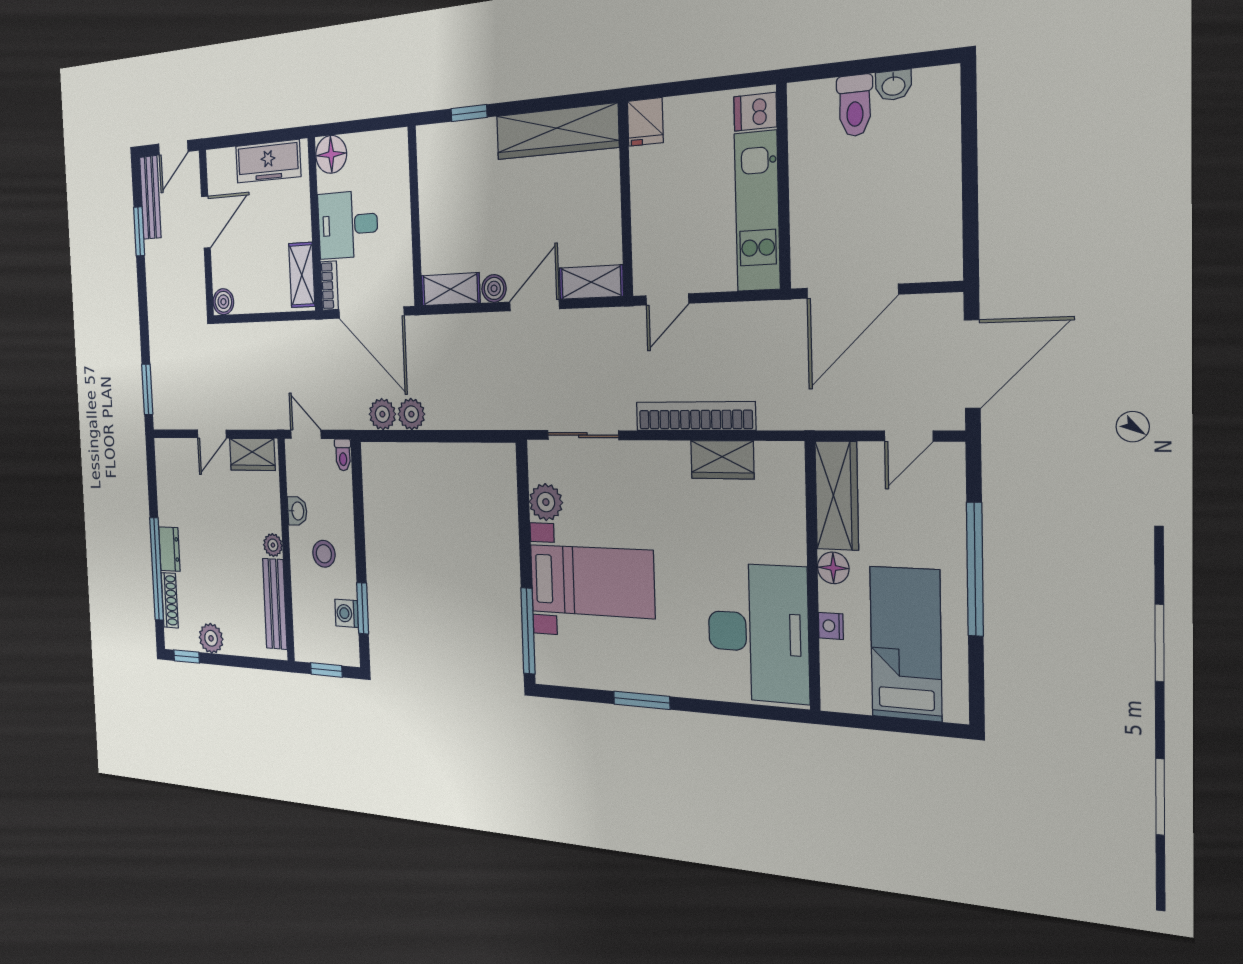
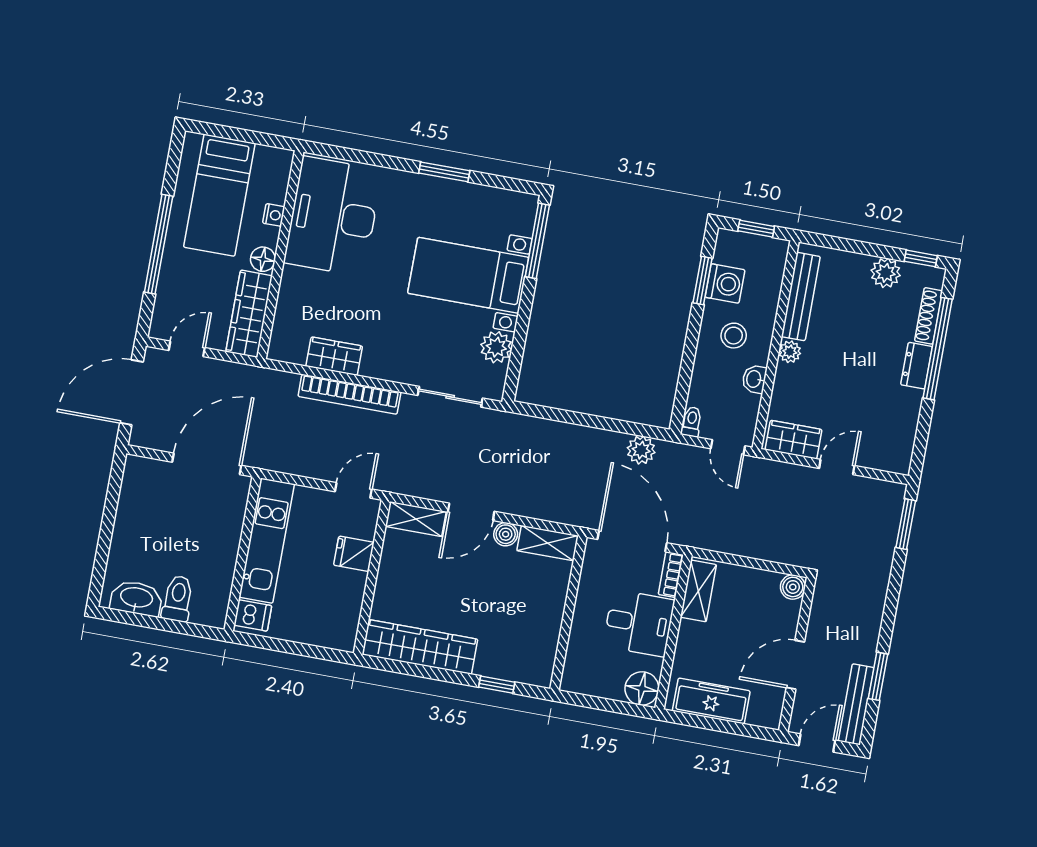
washbasin: (893, 85) -> (136, 598), width x1.91, depth x1.45
fridge: (645, 122) -> (354, 554), moved, turned -90
plant: (411, 414) -> (611, 445), removed
washing machine: (347, 613) -> (725, 284), width x1.38, depth x1.38

